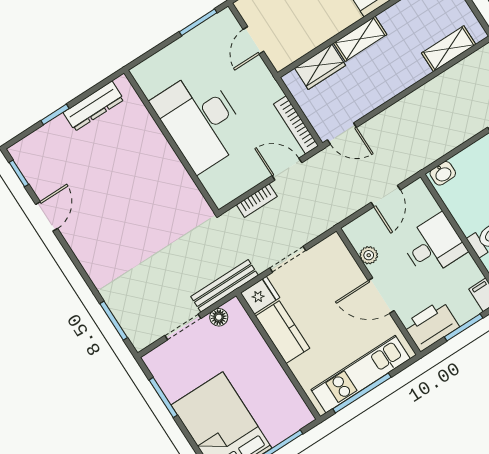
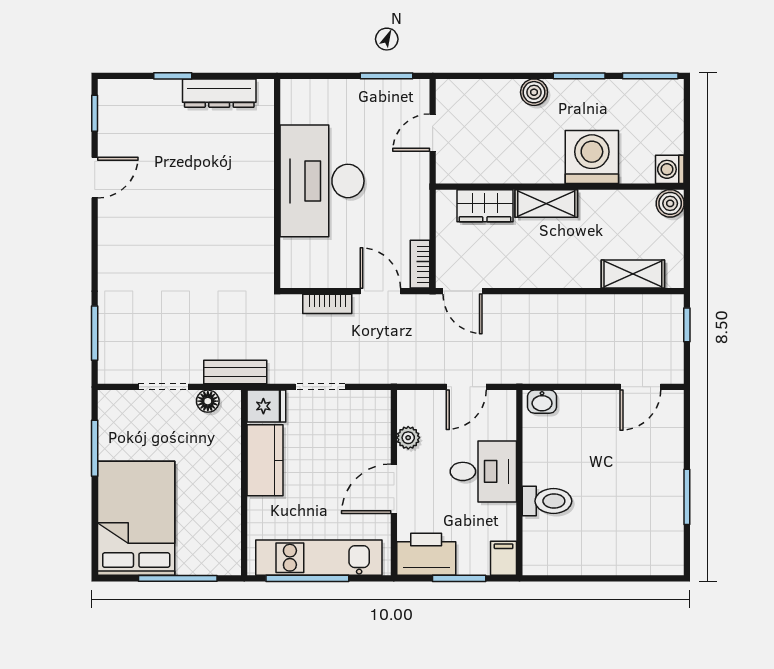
bookcase: (296, 125) -> (420, 264), width x0.64
bench: (225, 286) -> (235, 372), width x0.73
door: (381, 296) -> (394, 489), hinge flipped

